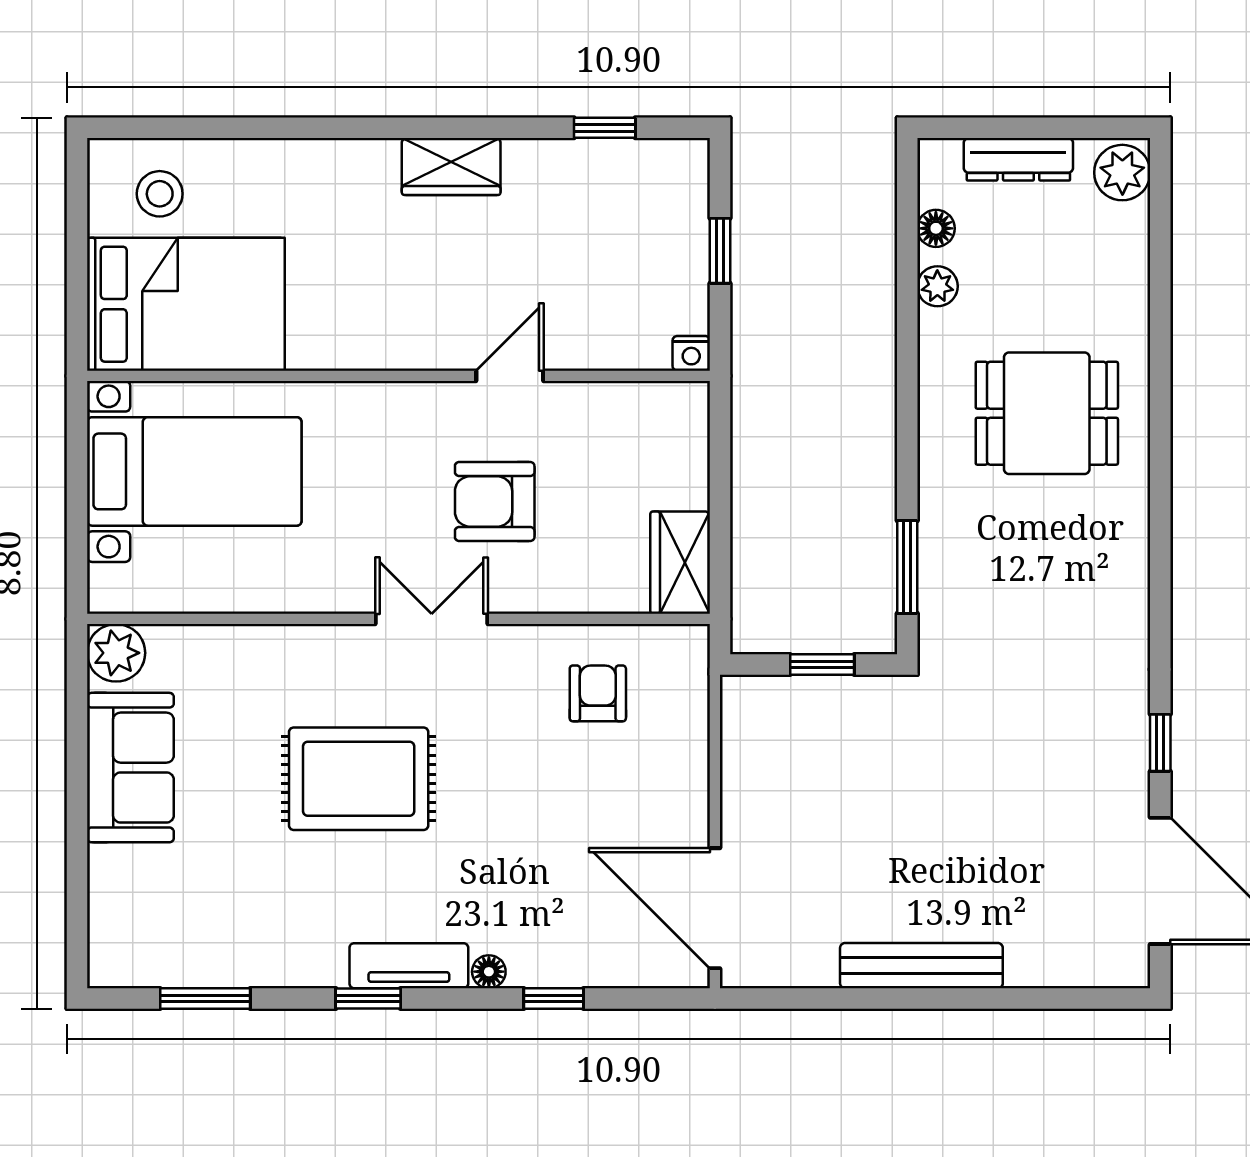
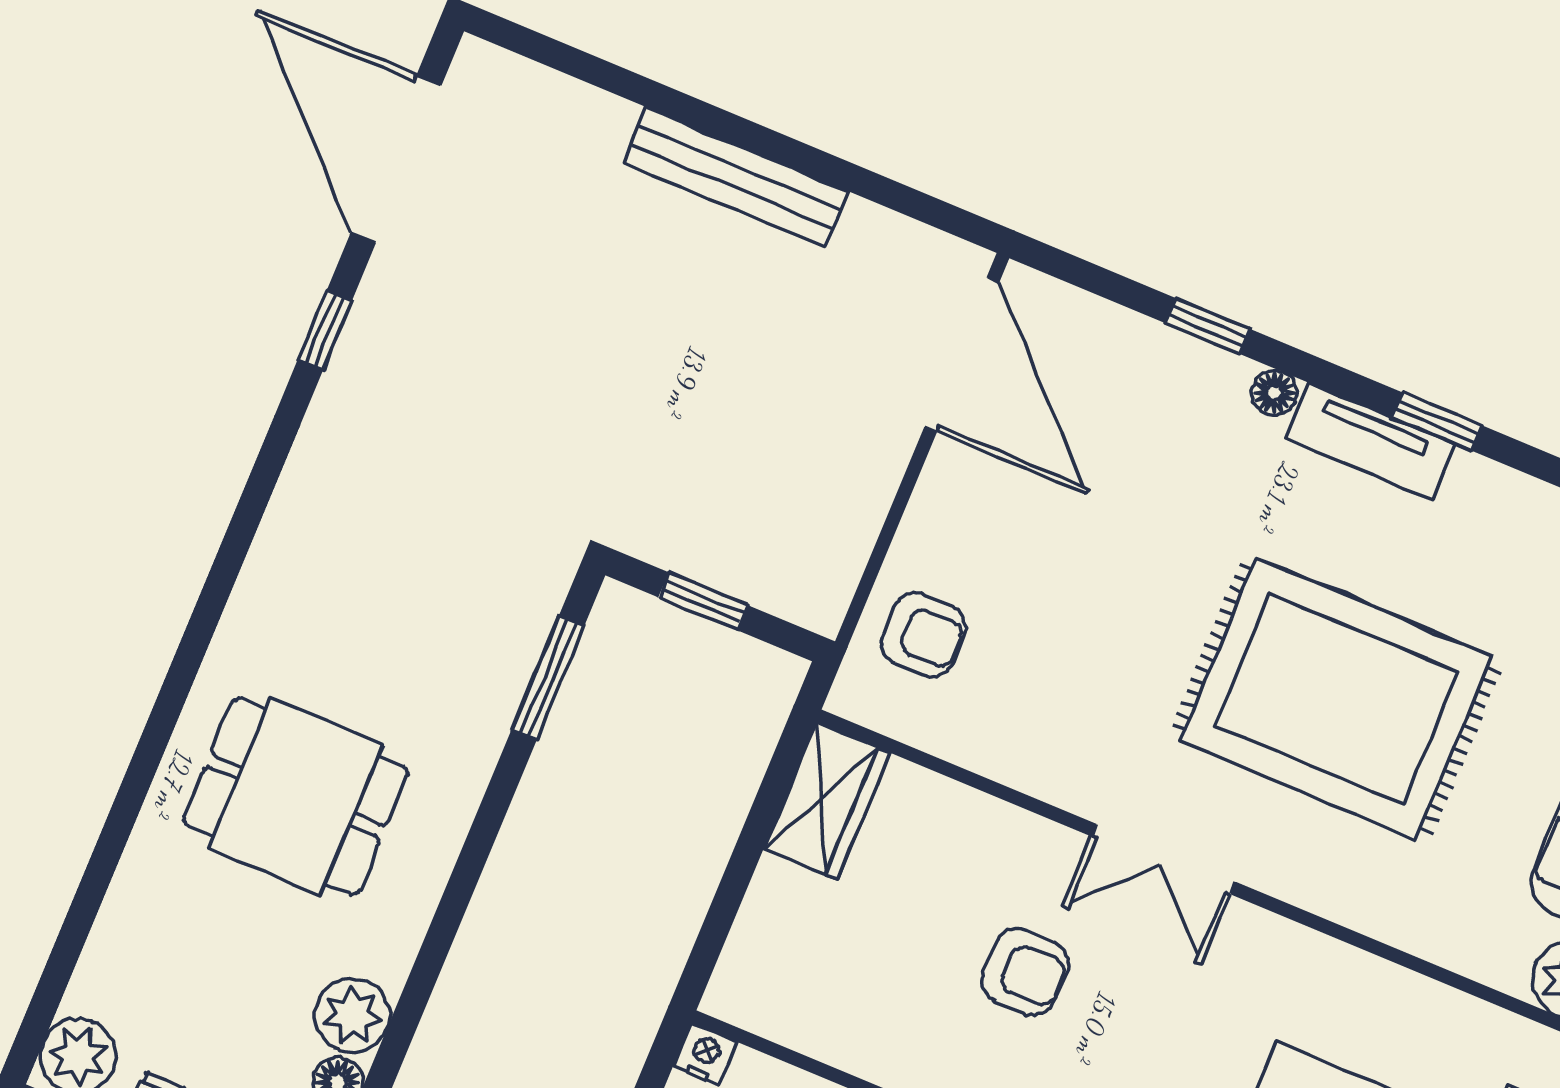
plant: (937, 286) -> (352, 1016), width x1.38, depth x1.38
armchair: (495, 502) -> (1025, 972), width x0.72, depth x0.72
armchair: (598, 693) -> (923, 635), moved, turned -90
rug: (359, 779) -> (1336, 699), width x1.37, depth x1.44

